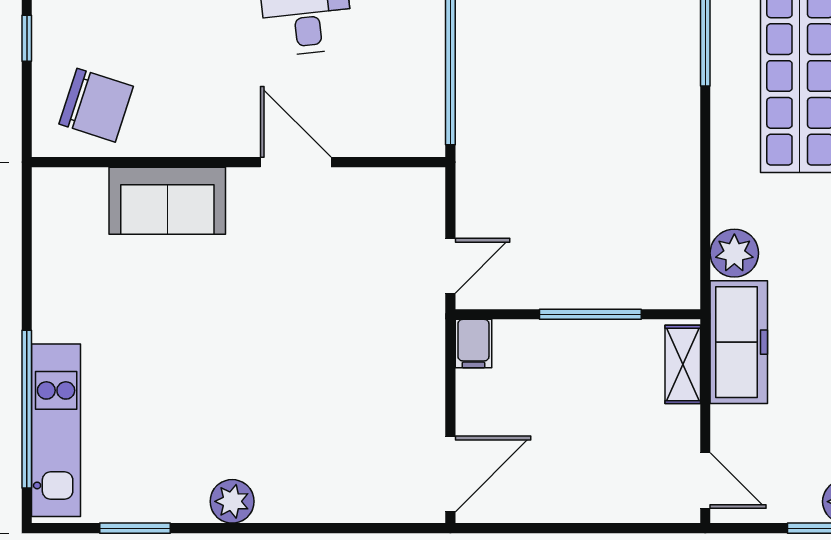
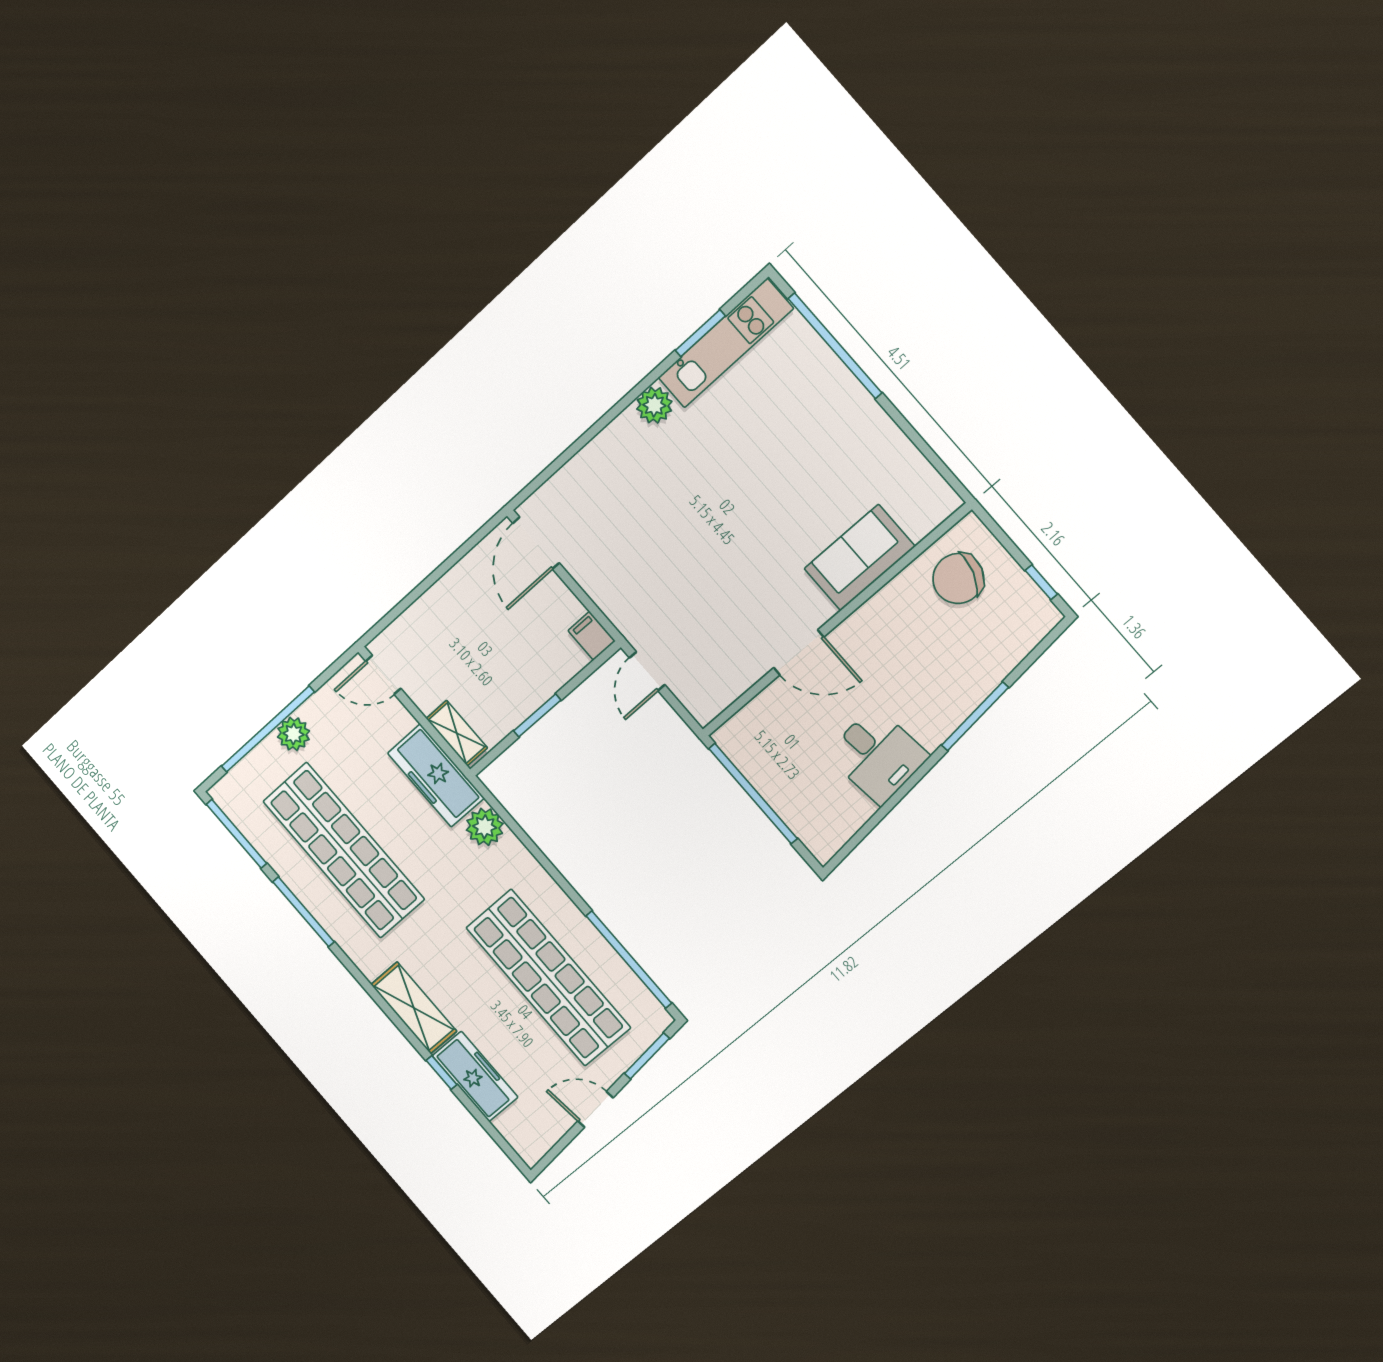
window: (590, 314) -> (537, 716), width x0.69
kitchen unit: (56, 430) -> (726, 343), moved, turned -90

